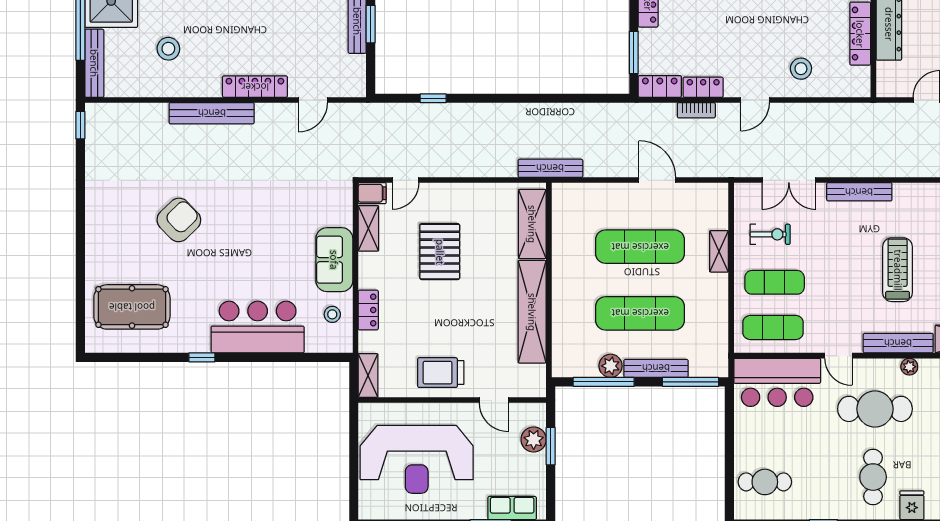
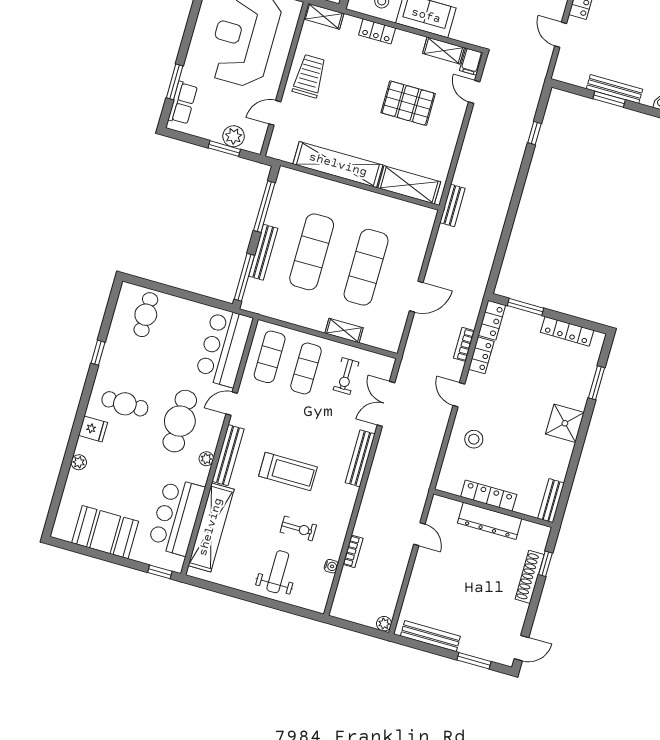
bench: (550, 168) -> (452, 205), width x0.73
plant: (611, 366) -> (276, 216), removed

